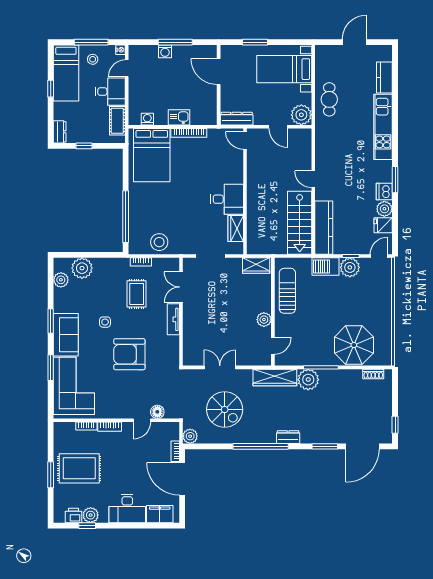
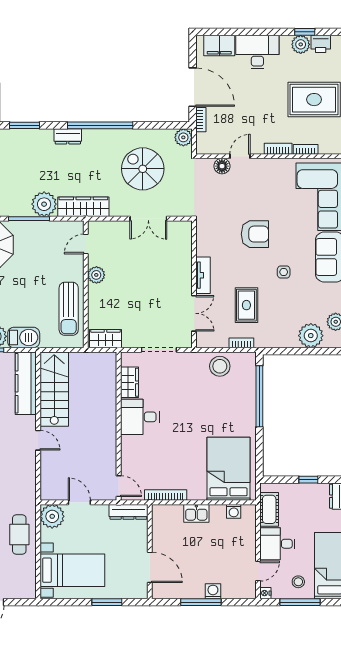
bookcase: (189, 133) -> (166, 495), moved
armchair: (129, 354) -> (255, 234), width x0.73, depth x0.73

